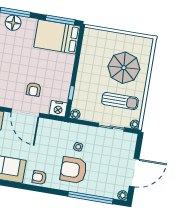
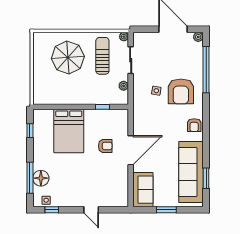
window: (60, 20) -> (30, 131), width x0.46
bed: (57, 37) -> (69, 131), moved
nightstand: (58, 109) -> (121, 117), removed
plant: (75, 114) -> (124, 86), moved

